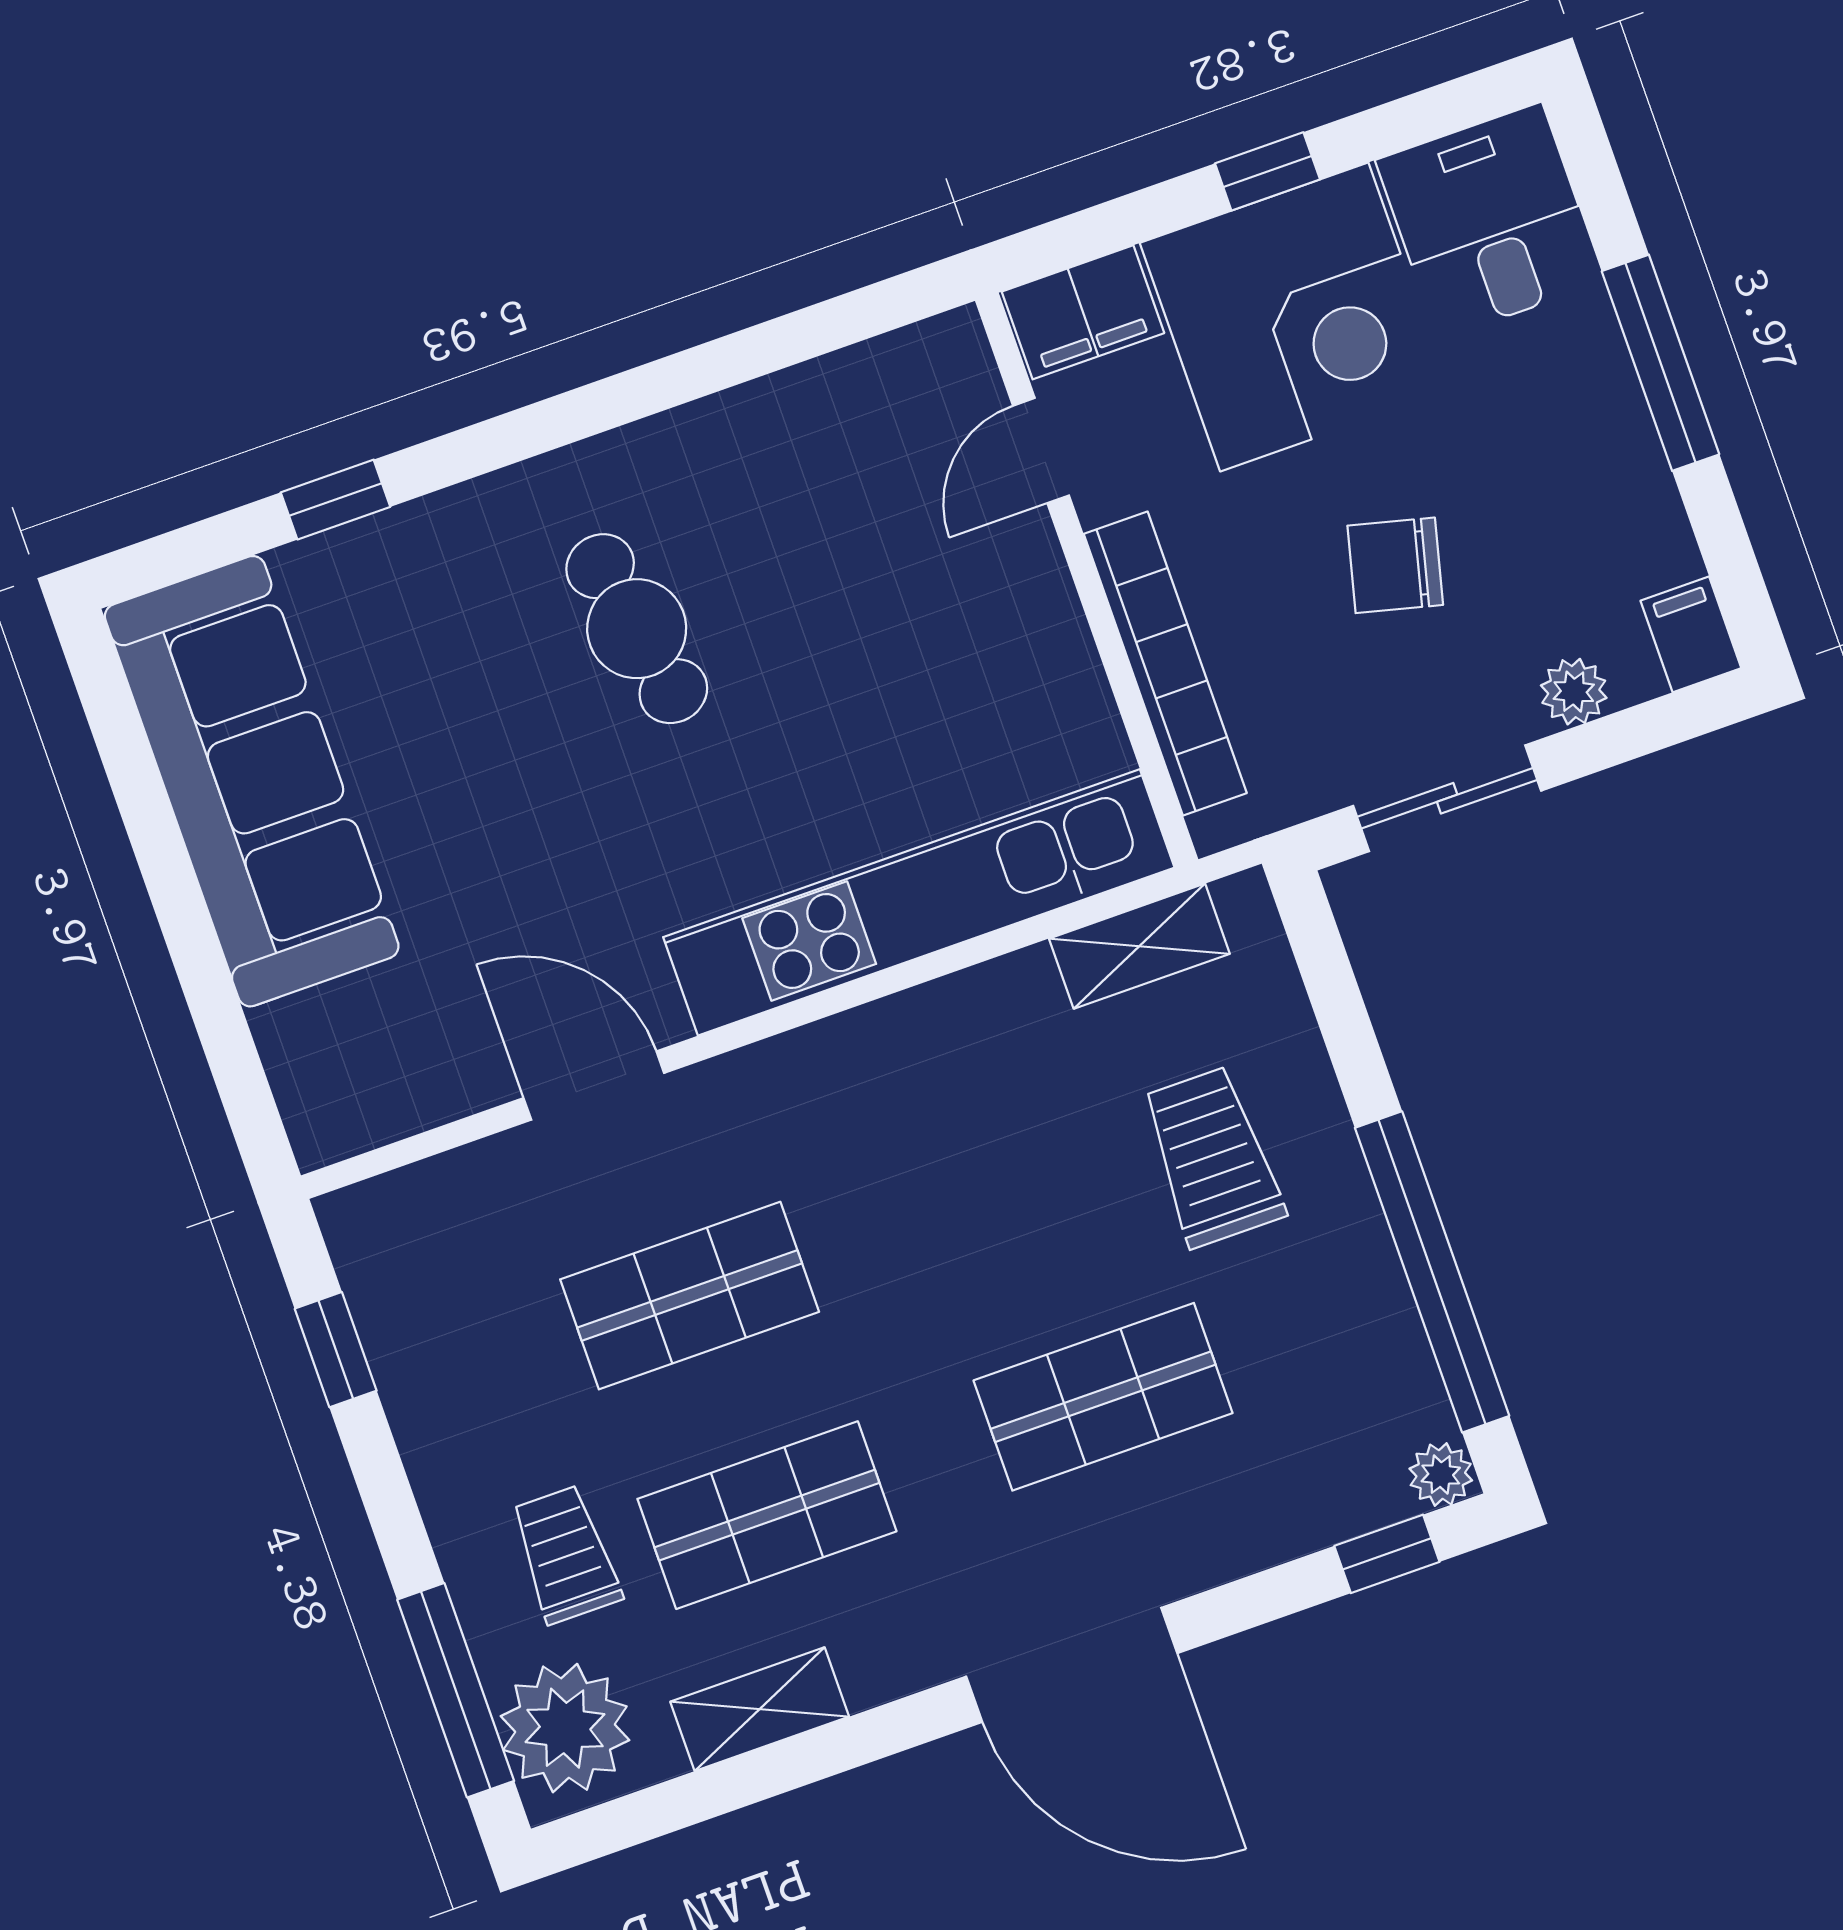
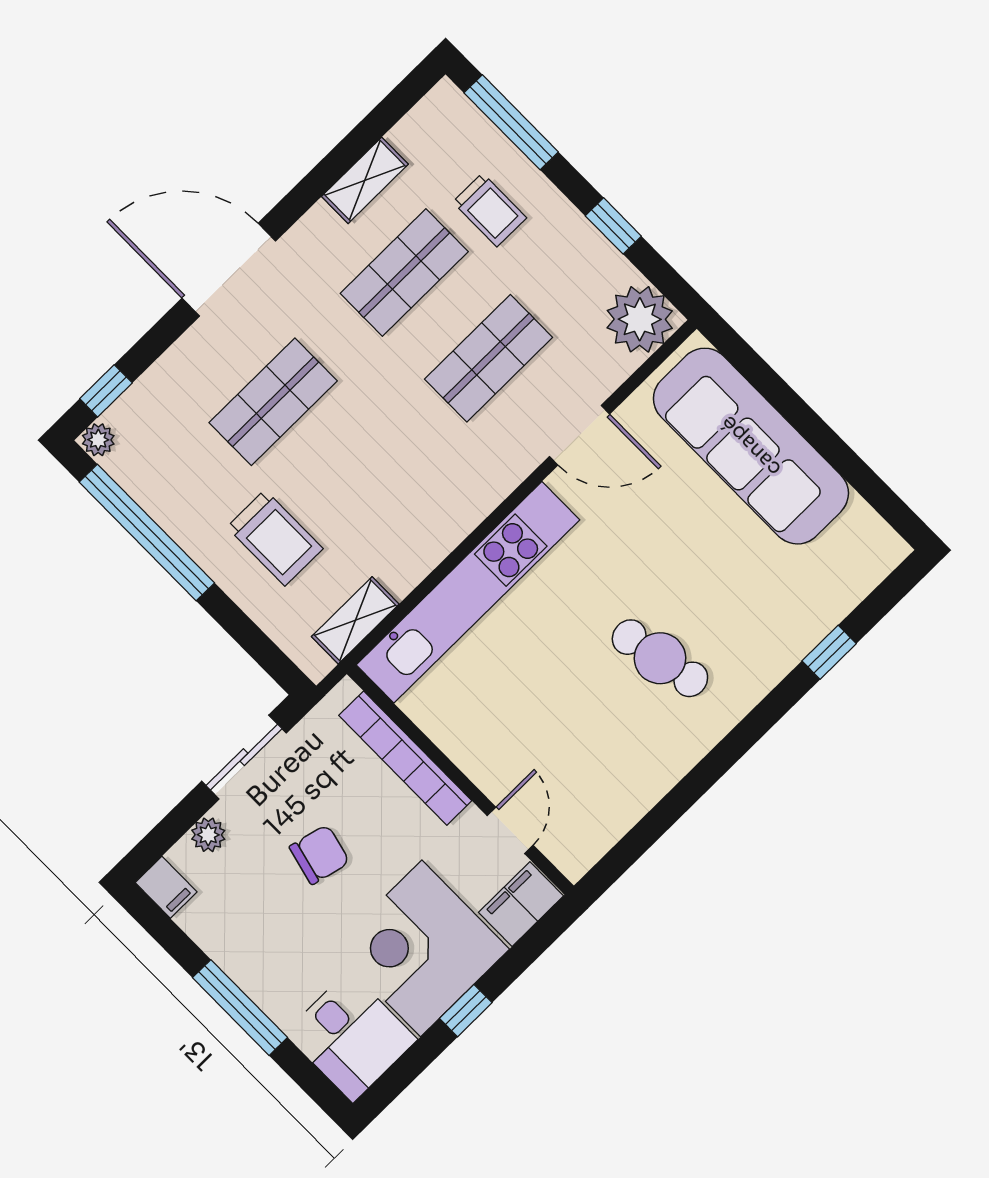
sofa: (252, 781) -> (751, 446), moved
window: (336, 1350) -> (613, 226), moved
plant: (565, 1728) -> (640, 319), moved

